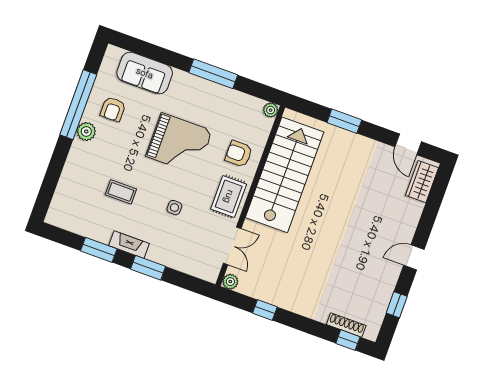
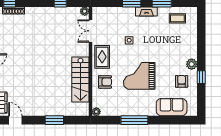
window: (78, 105) -> (201, 77), width x0.32
stairs: (285, 175) -> (80, 79), width x0.73, depth x0.66
coffee table: (121, 192) -> (177, 18), moved

